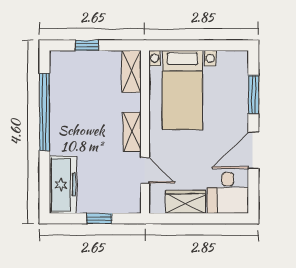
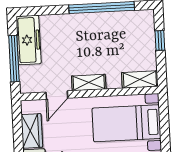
freezer: (63, 185) -> (29, 40), moved, turned -90
window: (99, 218) -> (14, 59), width x2.17

